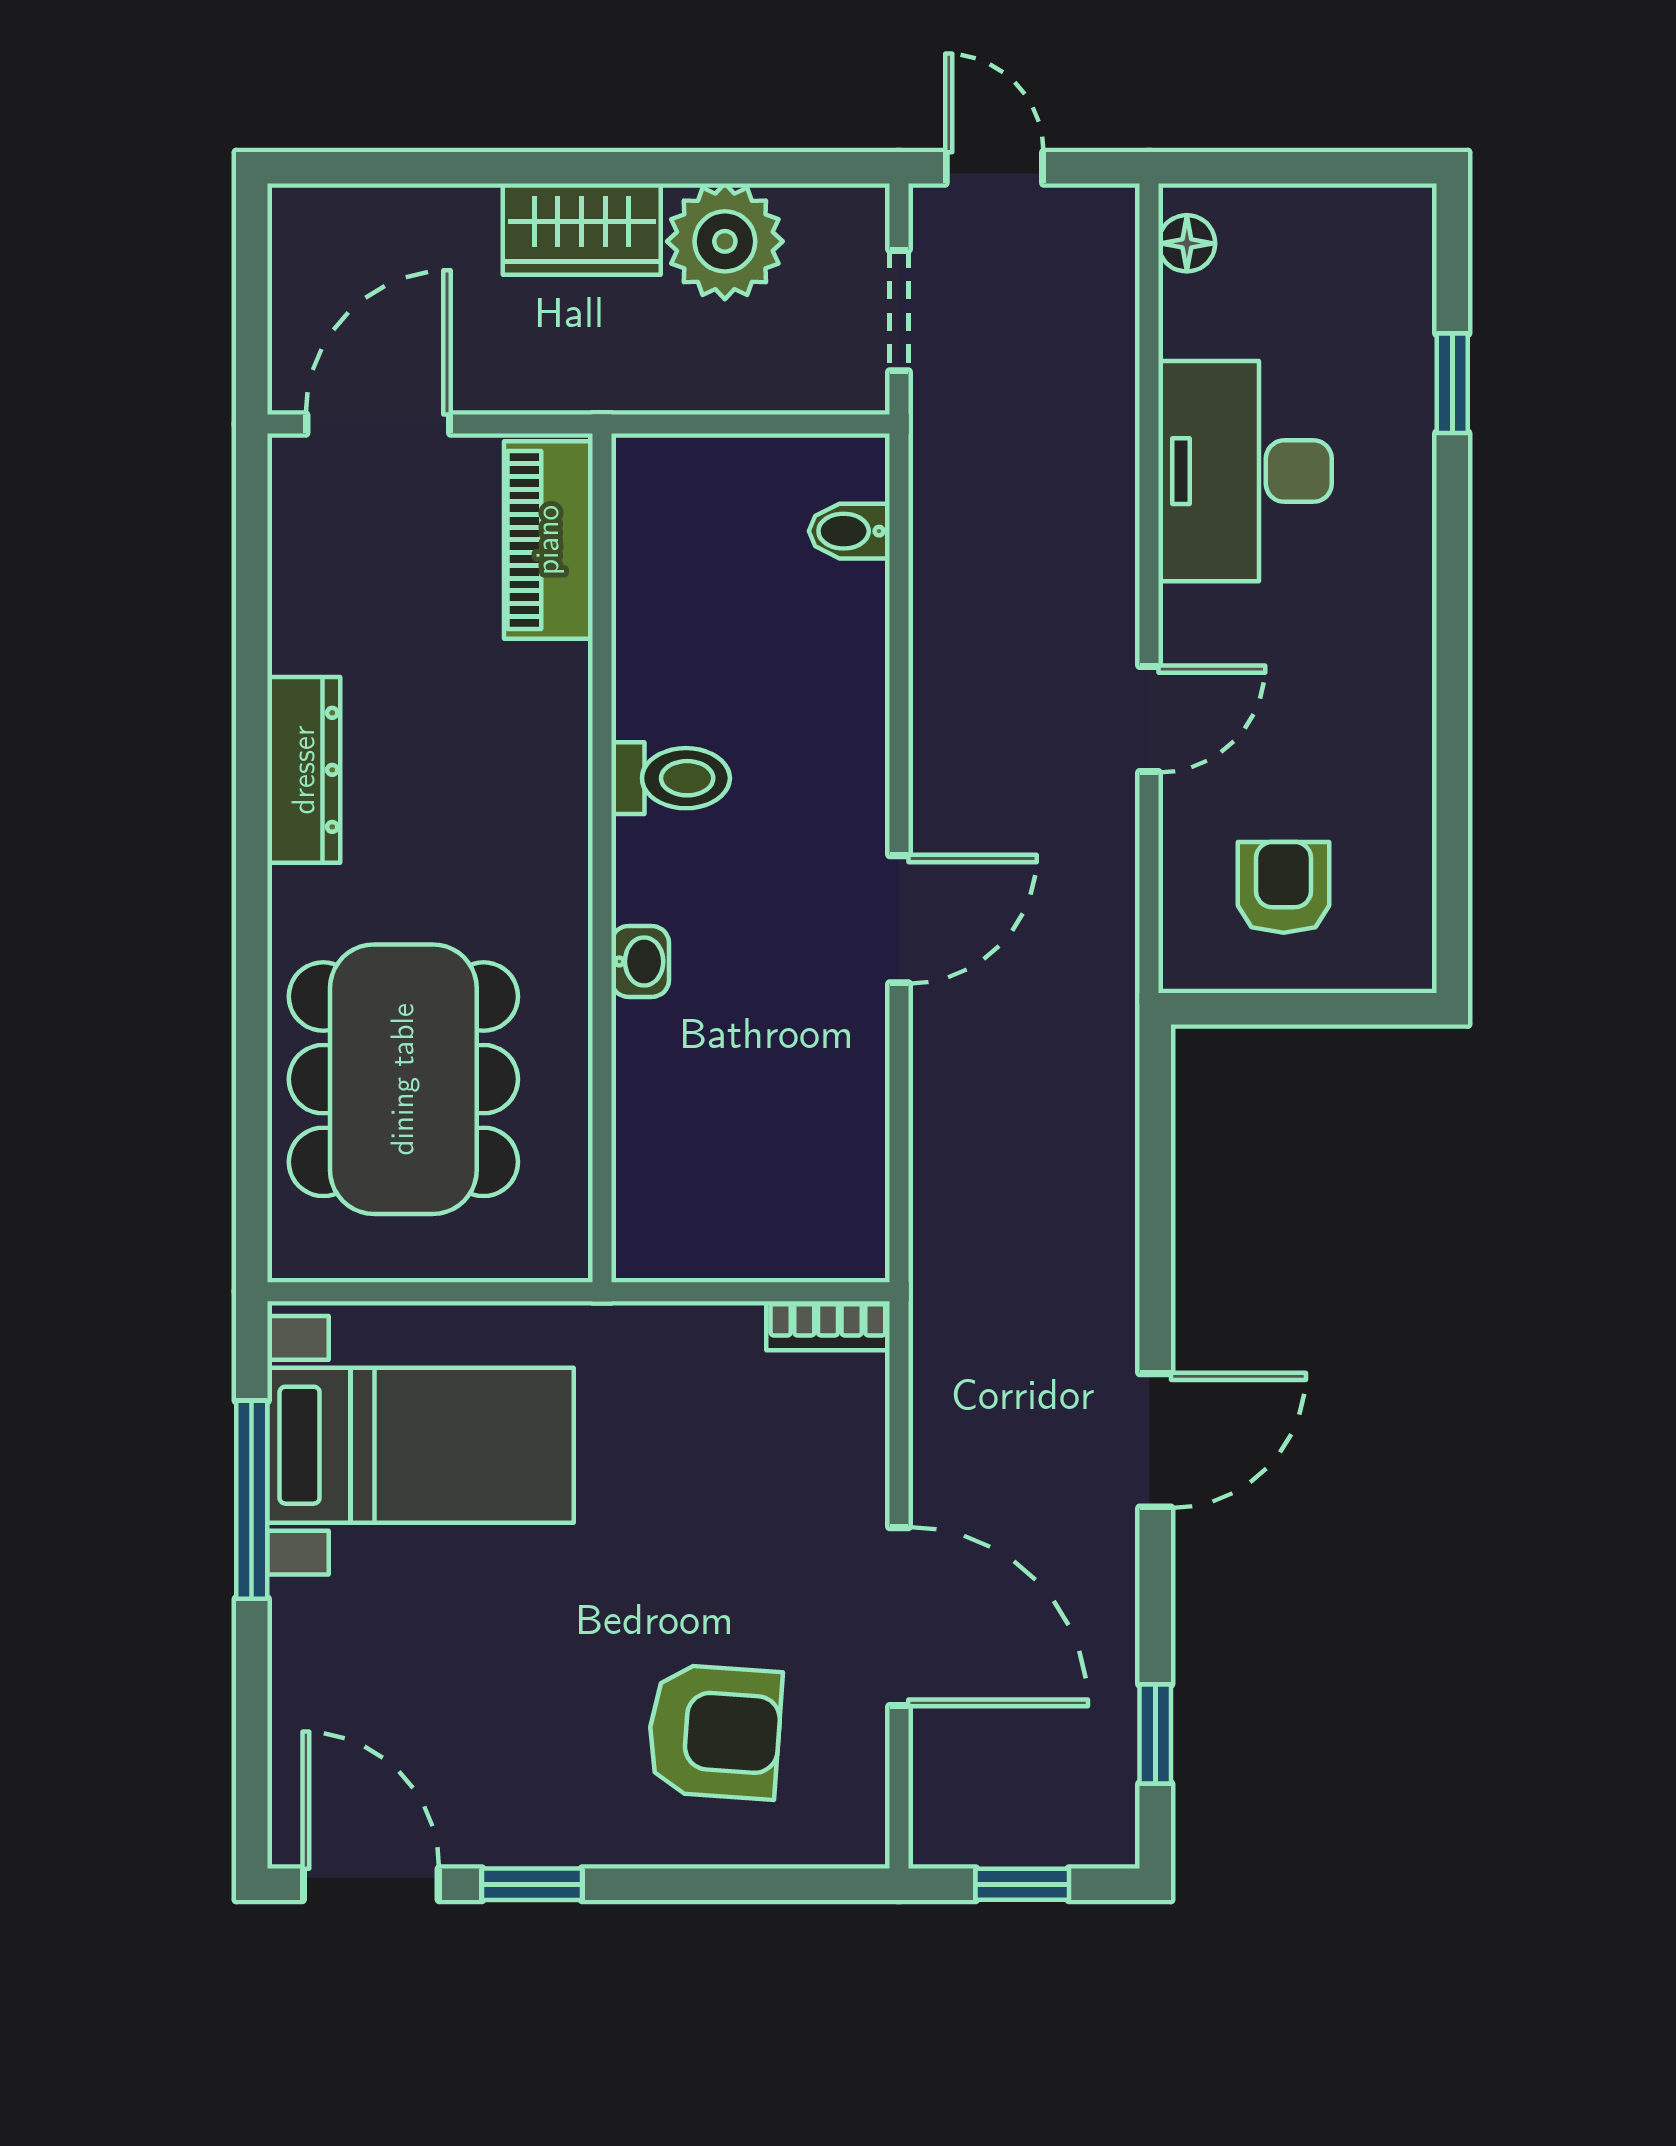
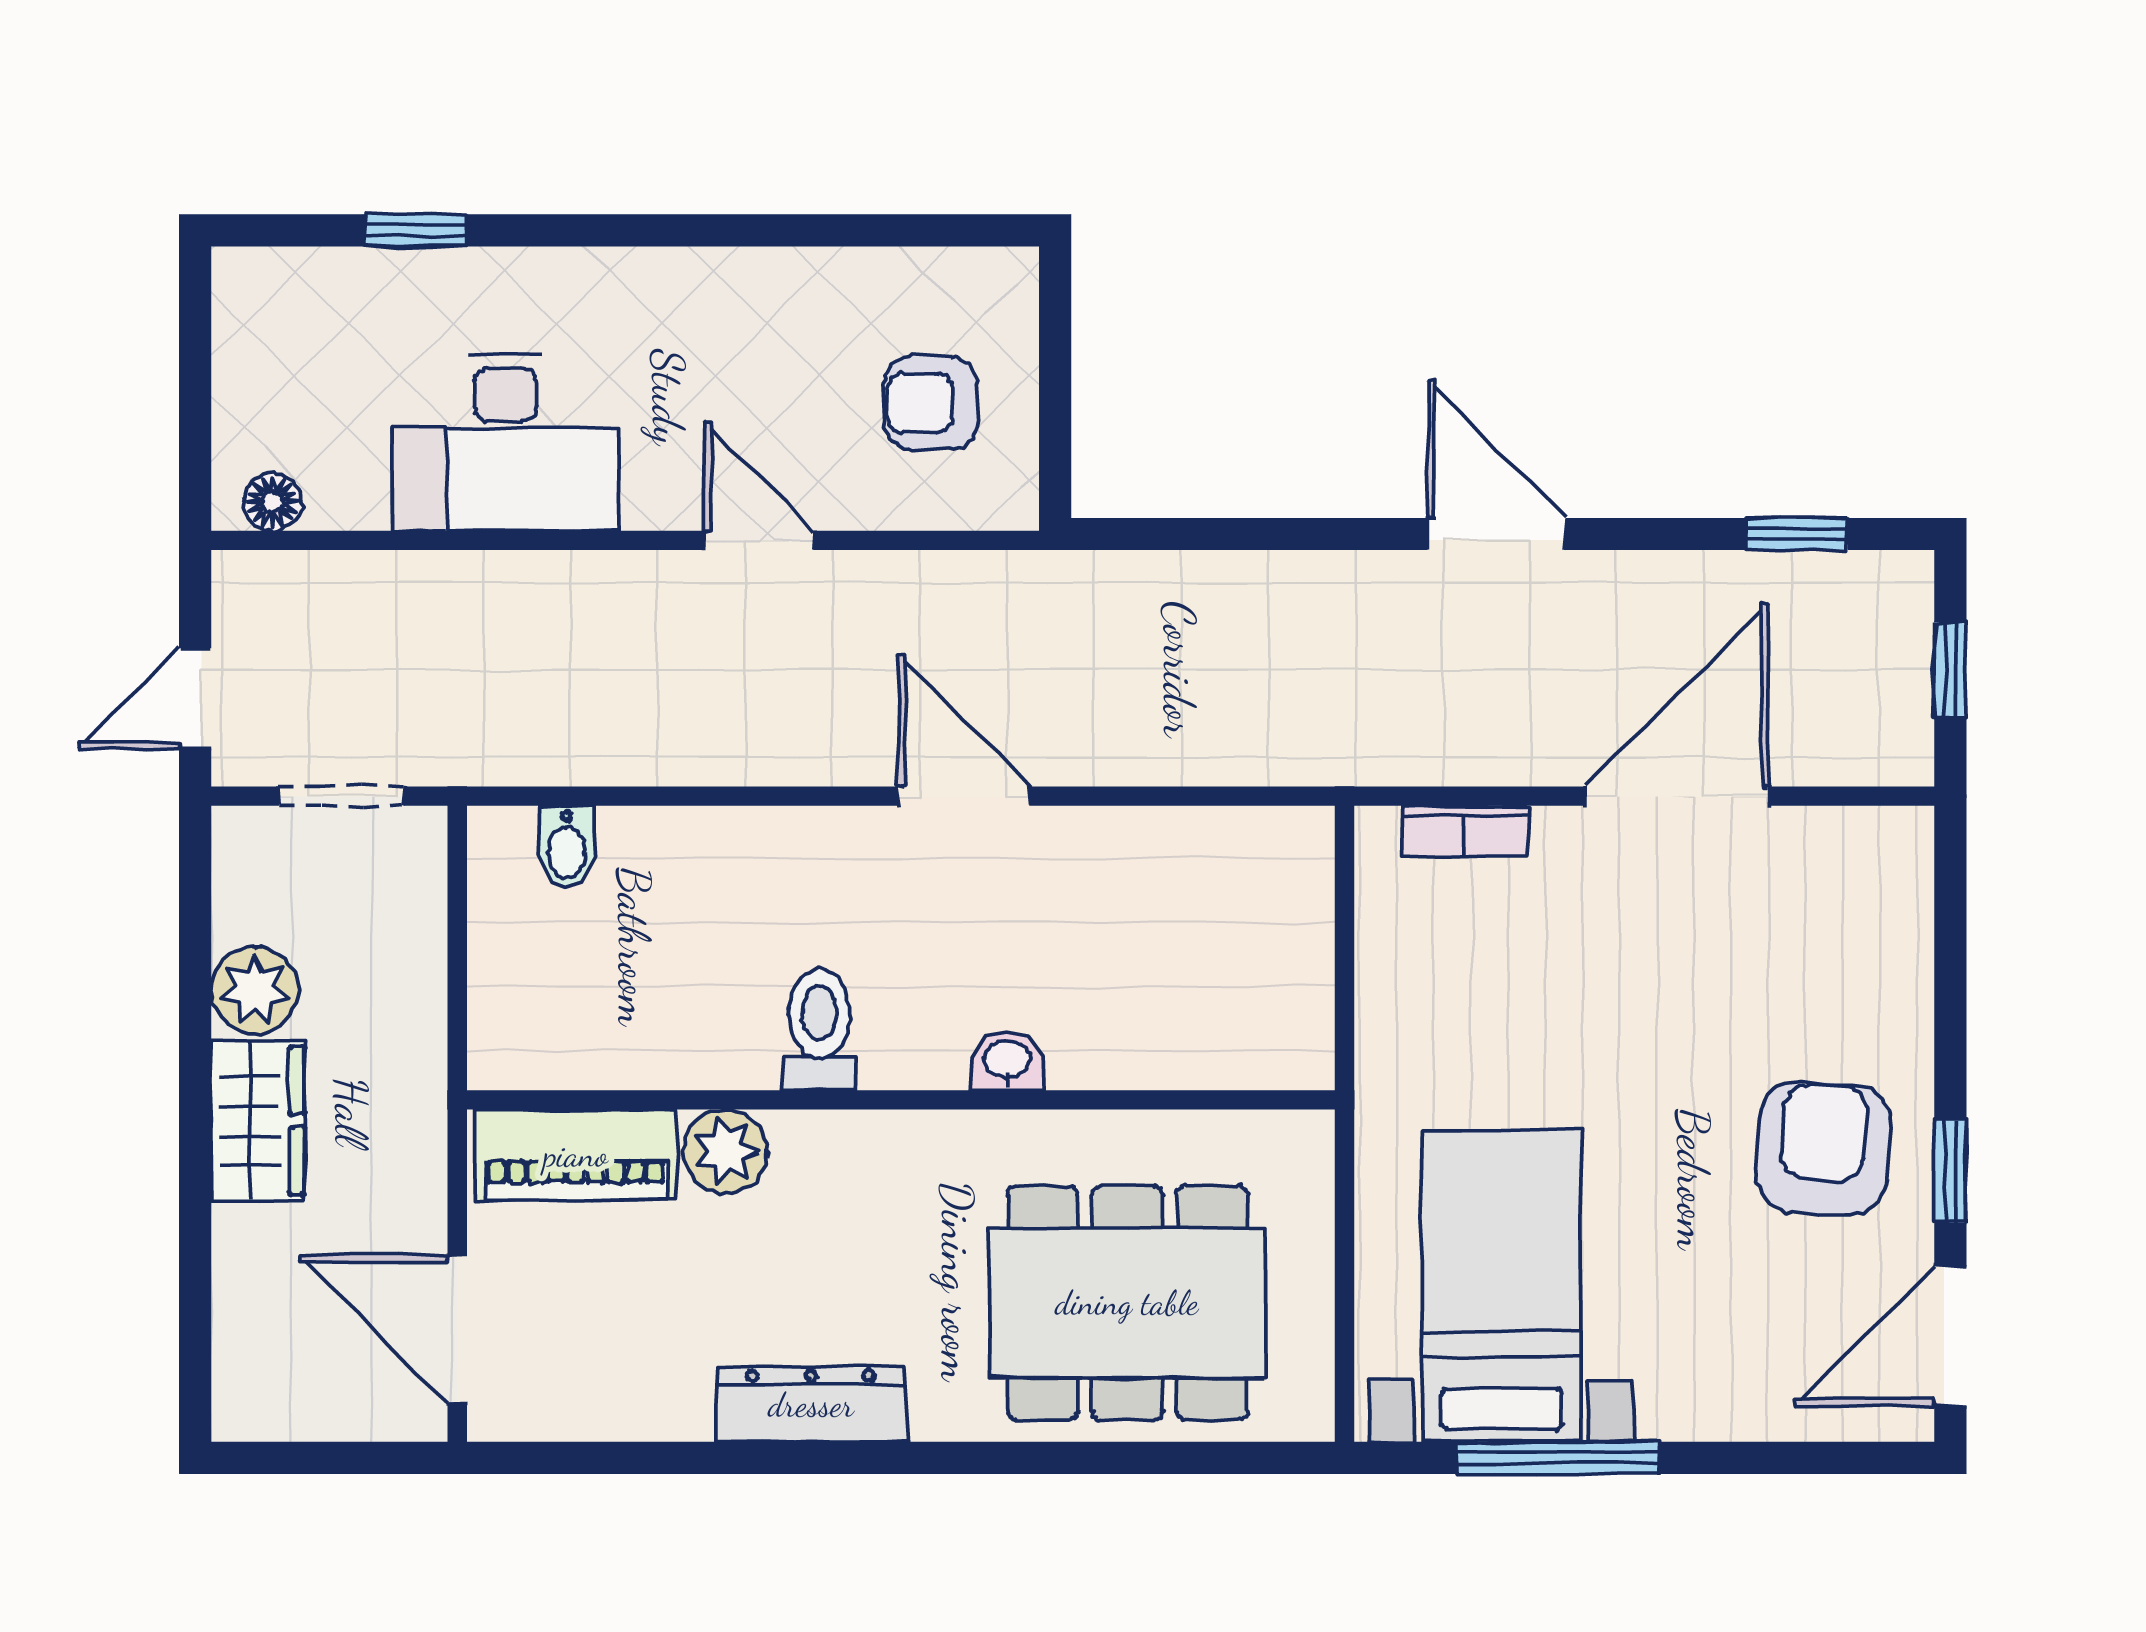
plant: (725, 241) -> (255, 990), width x0.73, depth x0.73
plant: (552, 686) -> (725, 1151), added
bookcase: (828, 1326) -> (1465, 831), moved, turned 90
armchair: (714, 1732) -> (1823, 1148), moved

